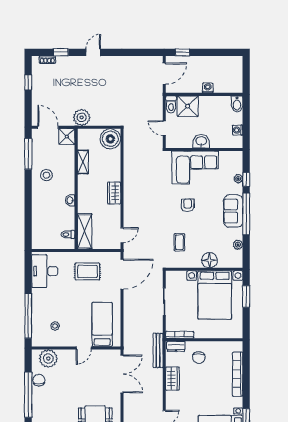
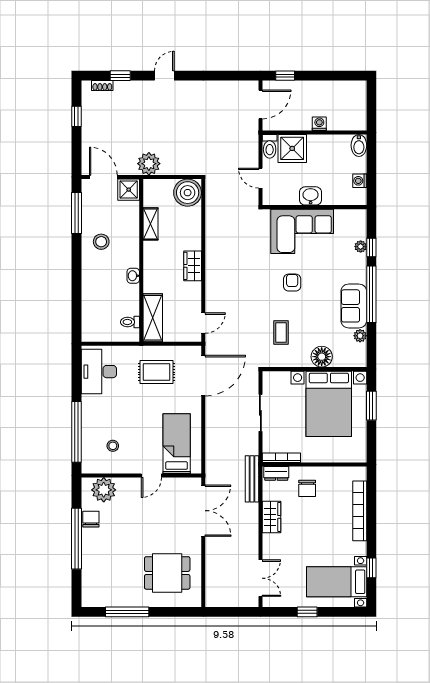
sofa: (233, 211) -> (354, 306), moved

